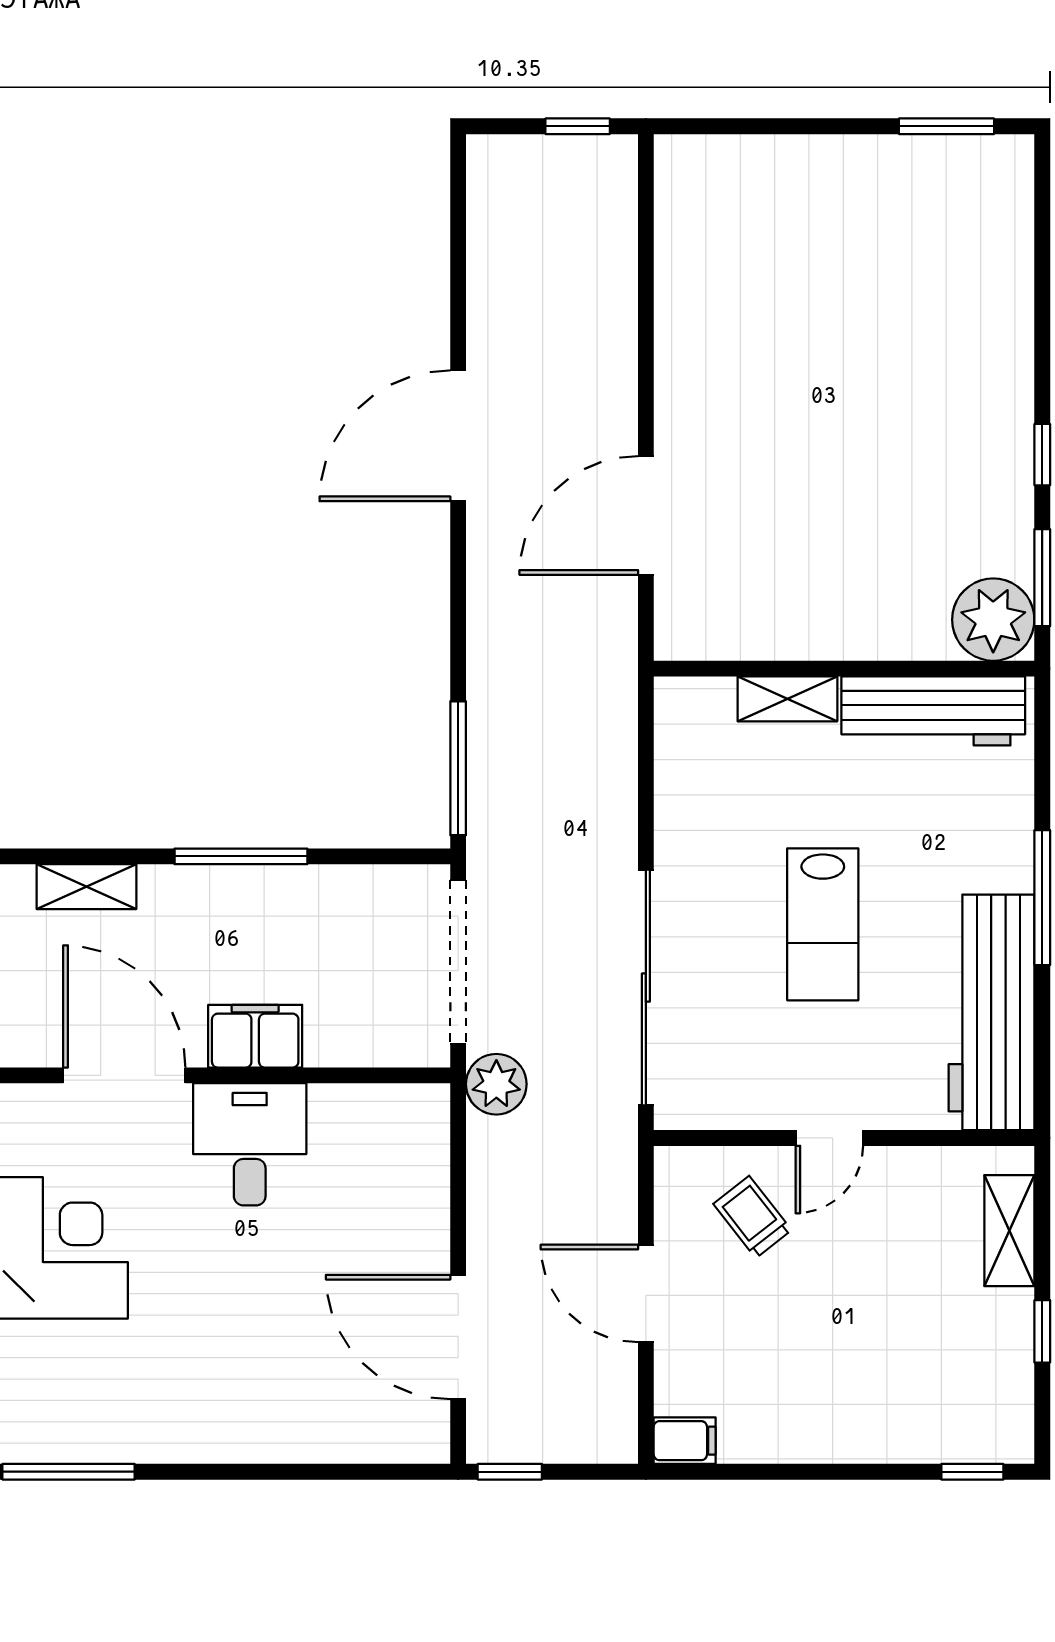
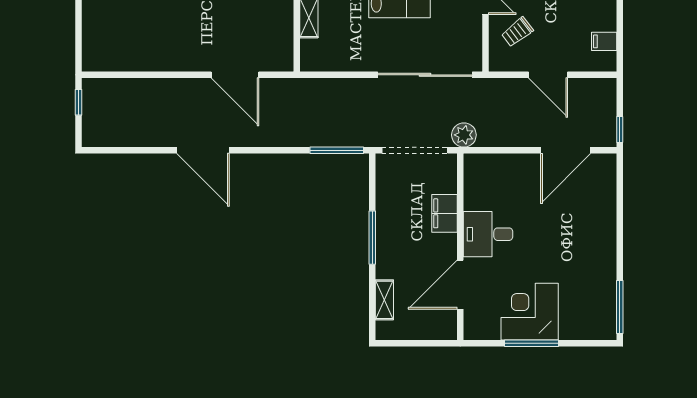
filing cabinet: (255, 1036) -> (445, 213), moved
door: (646, 1293) -> (548, 75), hinge flipped
filing cabinet: (685, 1441) -> (604, 41), moved, turned -90

